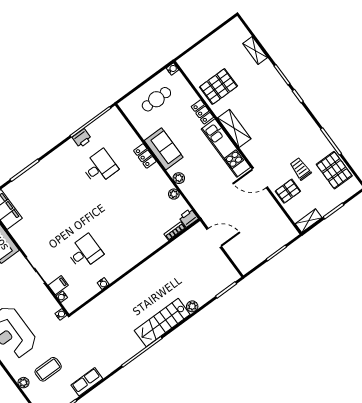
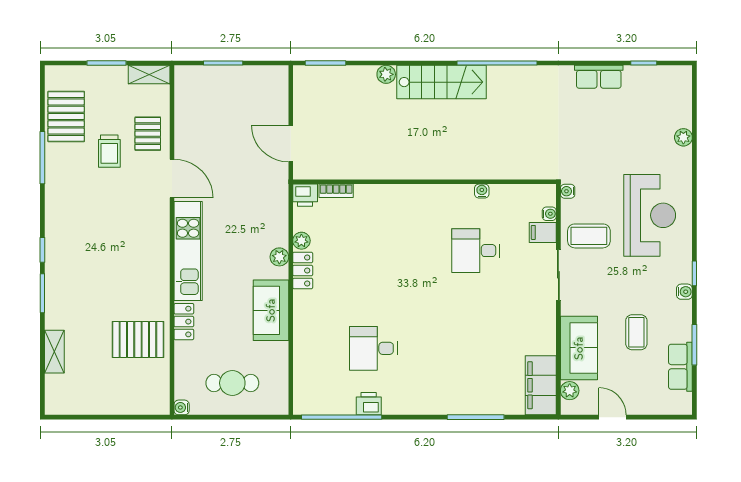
shelving: (234, 128) -> (158, 269), removed
locker: (145, 156) -> (303, 271), moved
pallet: (288, 191) -> (148, 134), turned 90
coffee table: (48, 369) -> (589, 236), moved

